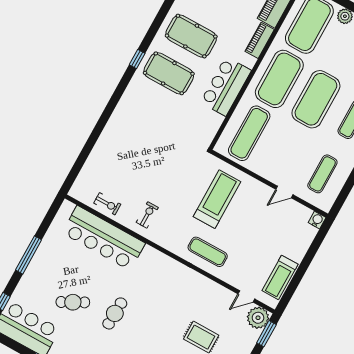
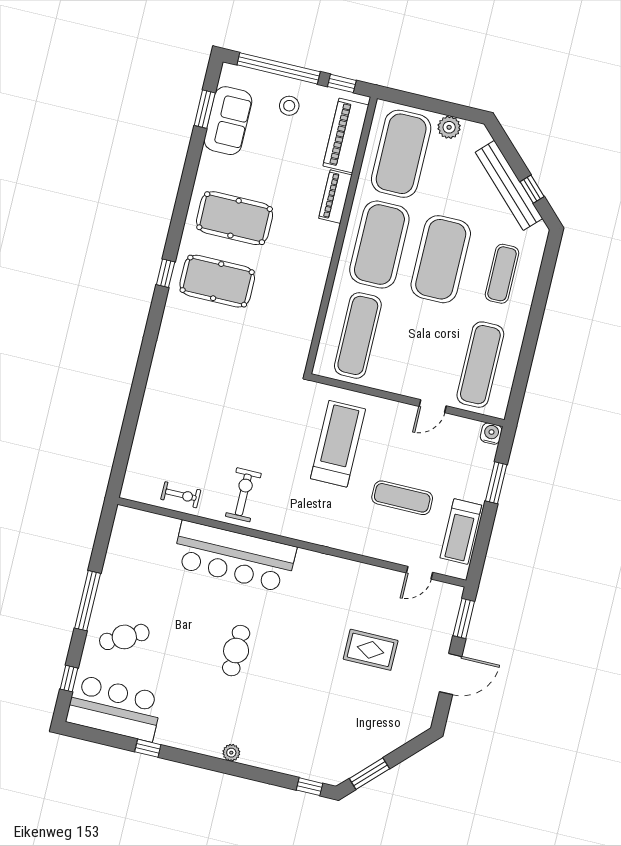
bar counter: (226, 86) -> (305, 277), removed
exercise mat: (322, 174) -> (480, 365), width x1.36, depth x1.45
exercise bike: (147, 215) -> (243, 495), width x1.38, depth x1.39
bar counter: (104, 238) -> (234, 556), moved
exercise mat: (208, 252) -> (402, 498), moved
window: (311, 252) -> (496, 483), added
cafe table: (73, 302) -> (124, 637), moved
plant: (258, 318) -> (445, 599), removed

